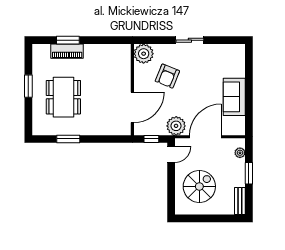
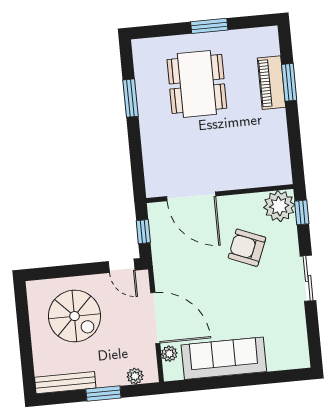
window: (149, 40) -> (302, 212), added
dining table: (63, 97) -> (197, 84), turned 90
sofa: (234, 97) -> (224, 358), width x1.36
plant: (176, 126) -> (169, 354), moved, width x0.53, depth x0.53
bench: (240, 201) -> (65, 383), width x1.36

